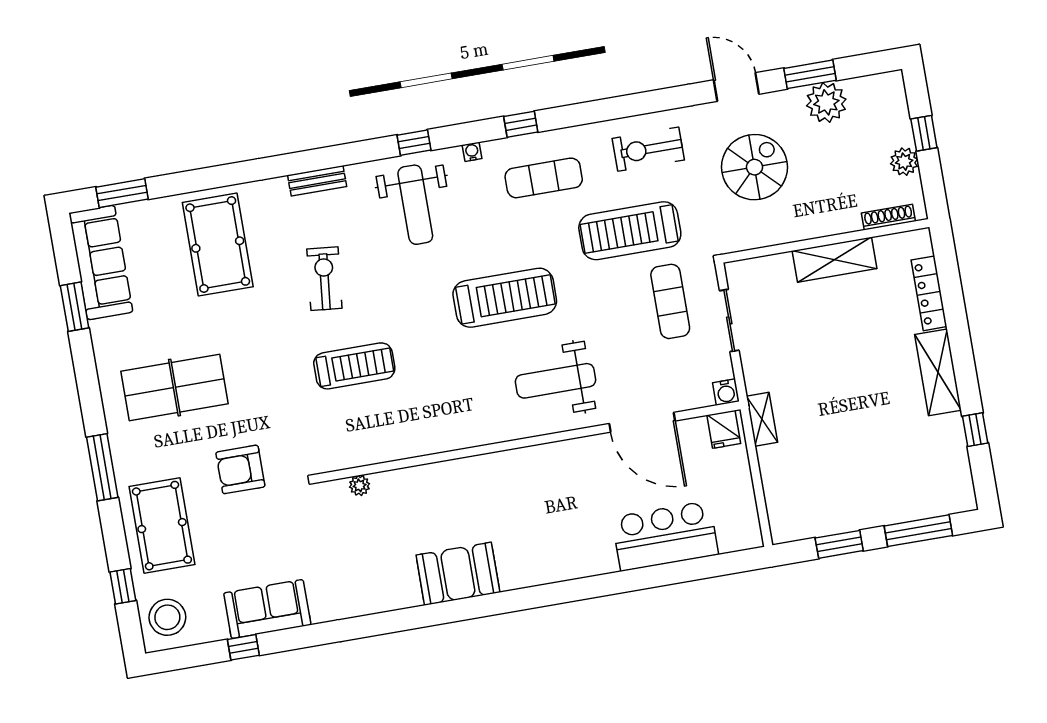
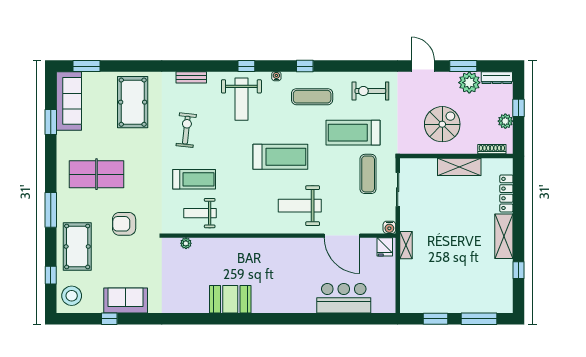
dresser: (875, 85) -> (497, 78), added
spiral stairs: (754, 167) -> (442, 124), moved
weight bench: (376, 426) -> (200, 213), added

